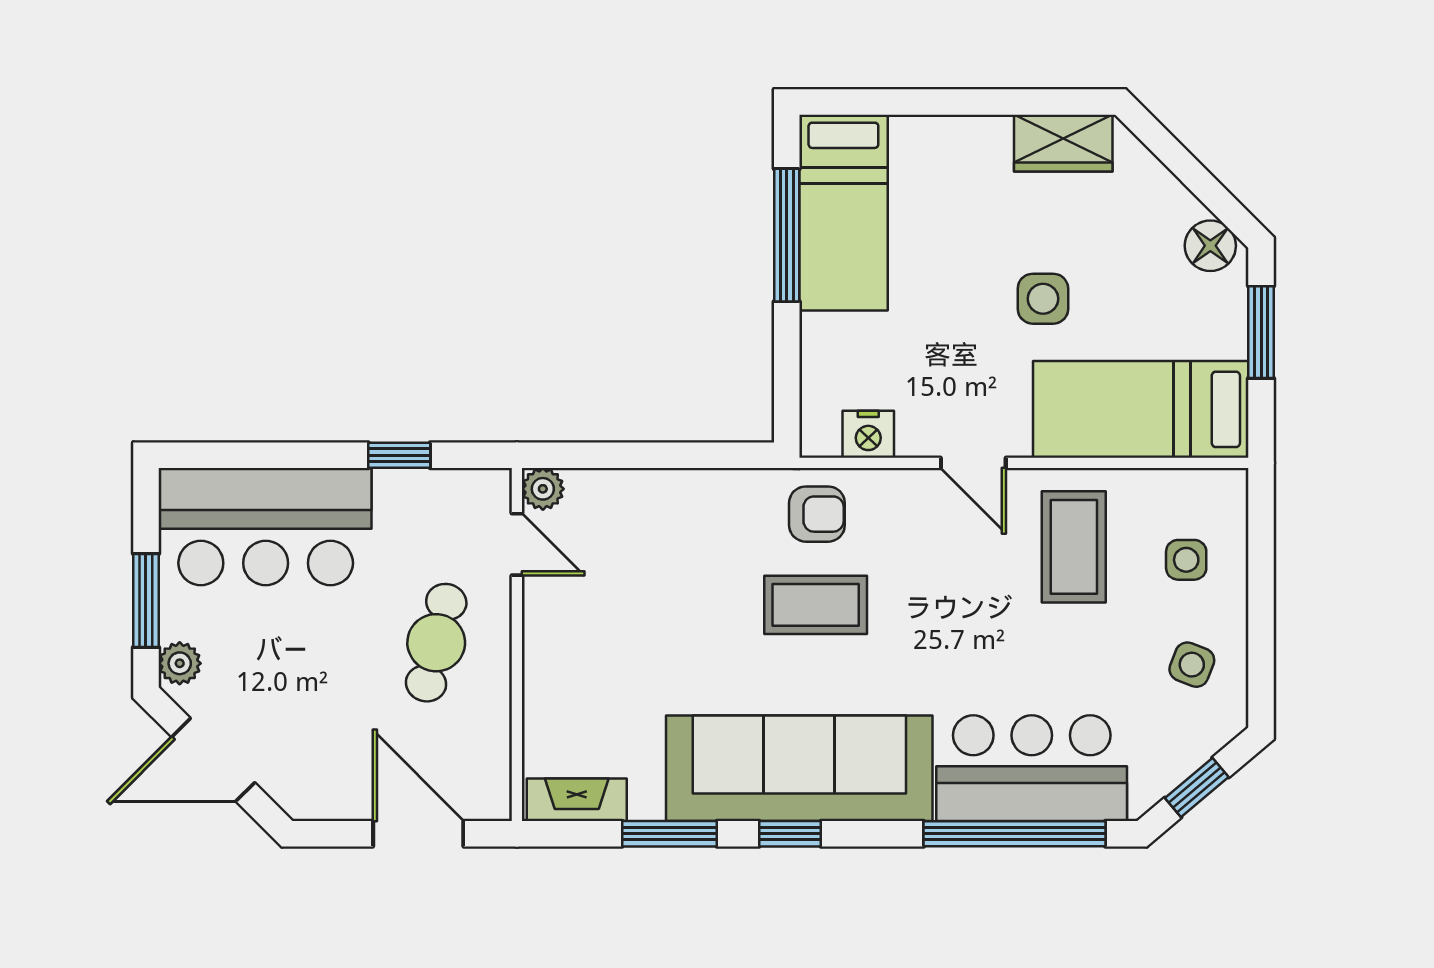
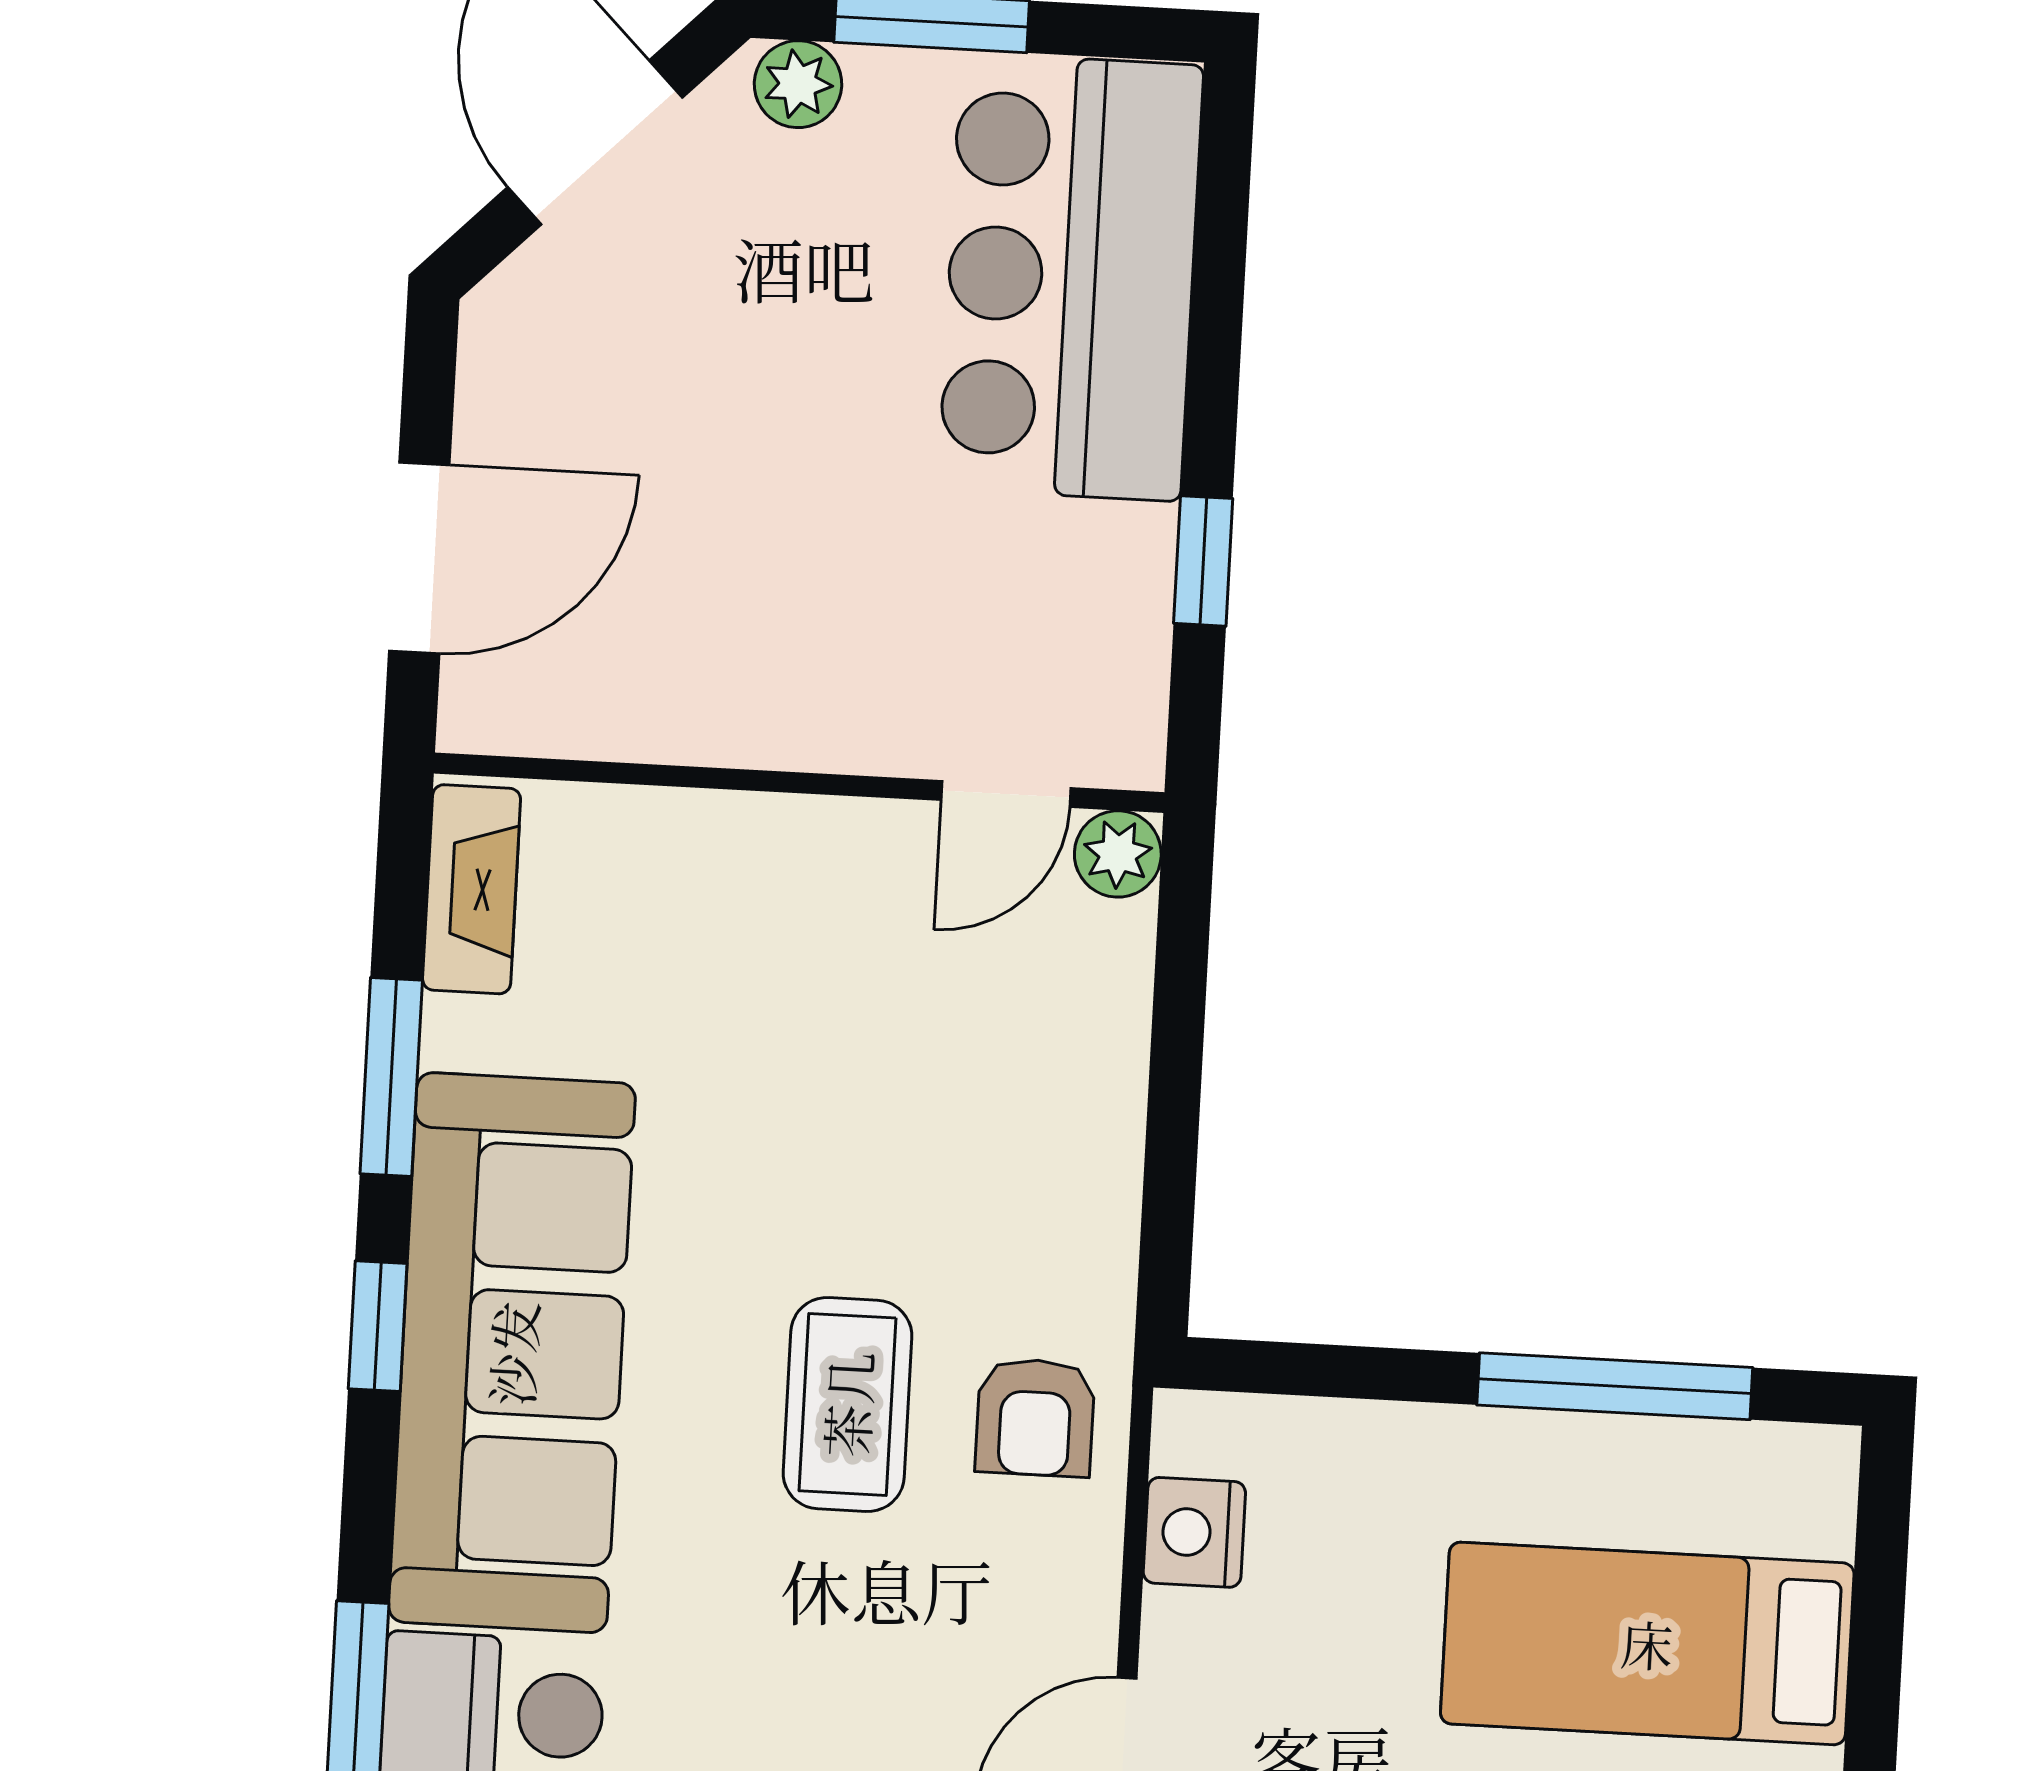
bed: (843, 213) -> (1647, 1643), moved
cafe table: (436, 643) -> (812, 616), removed

